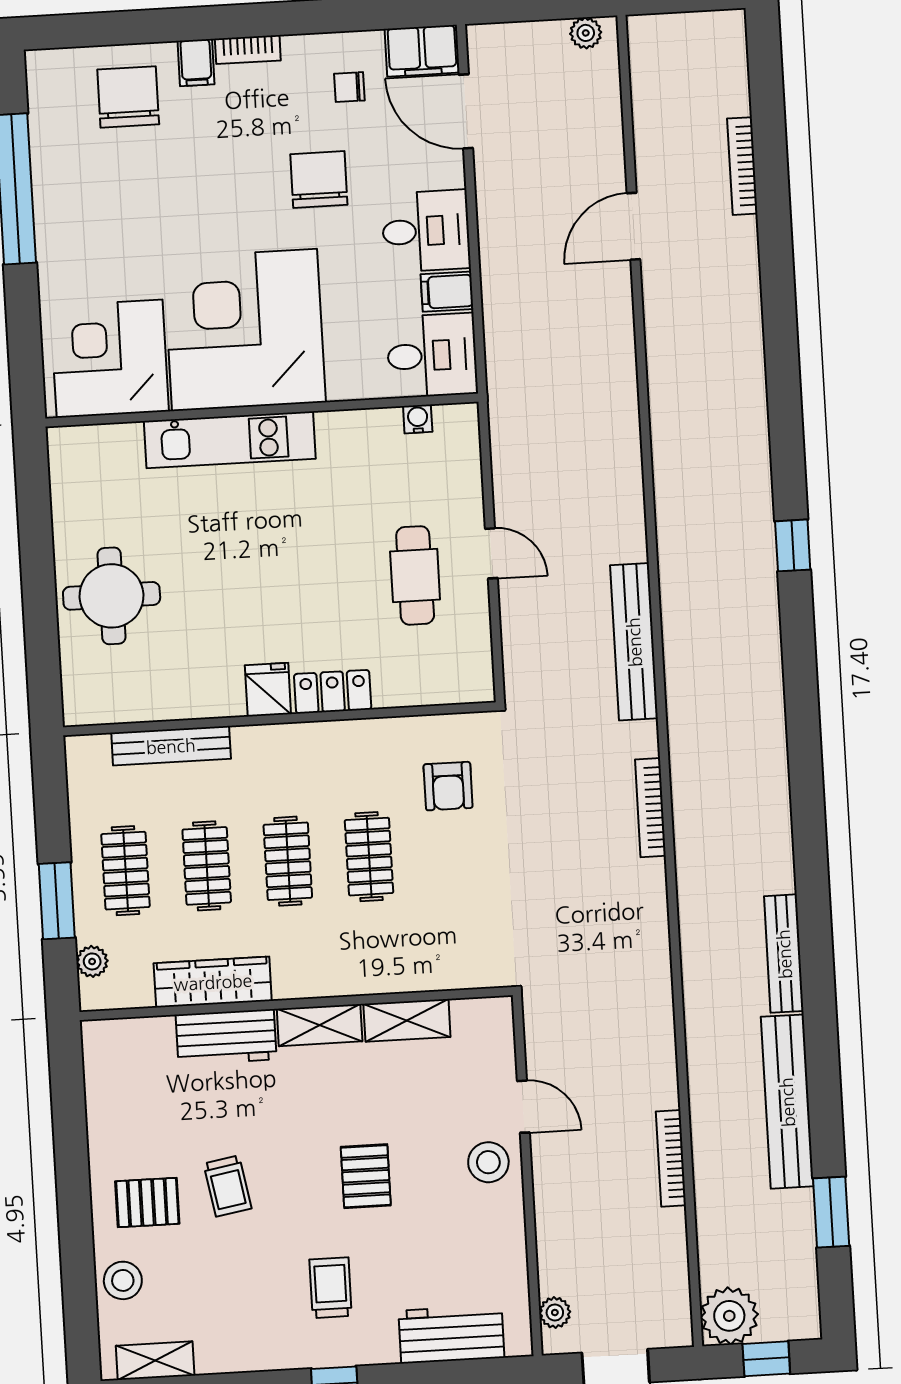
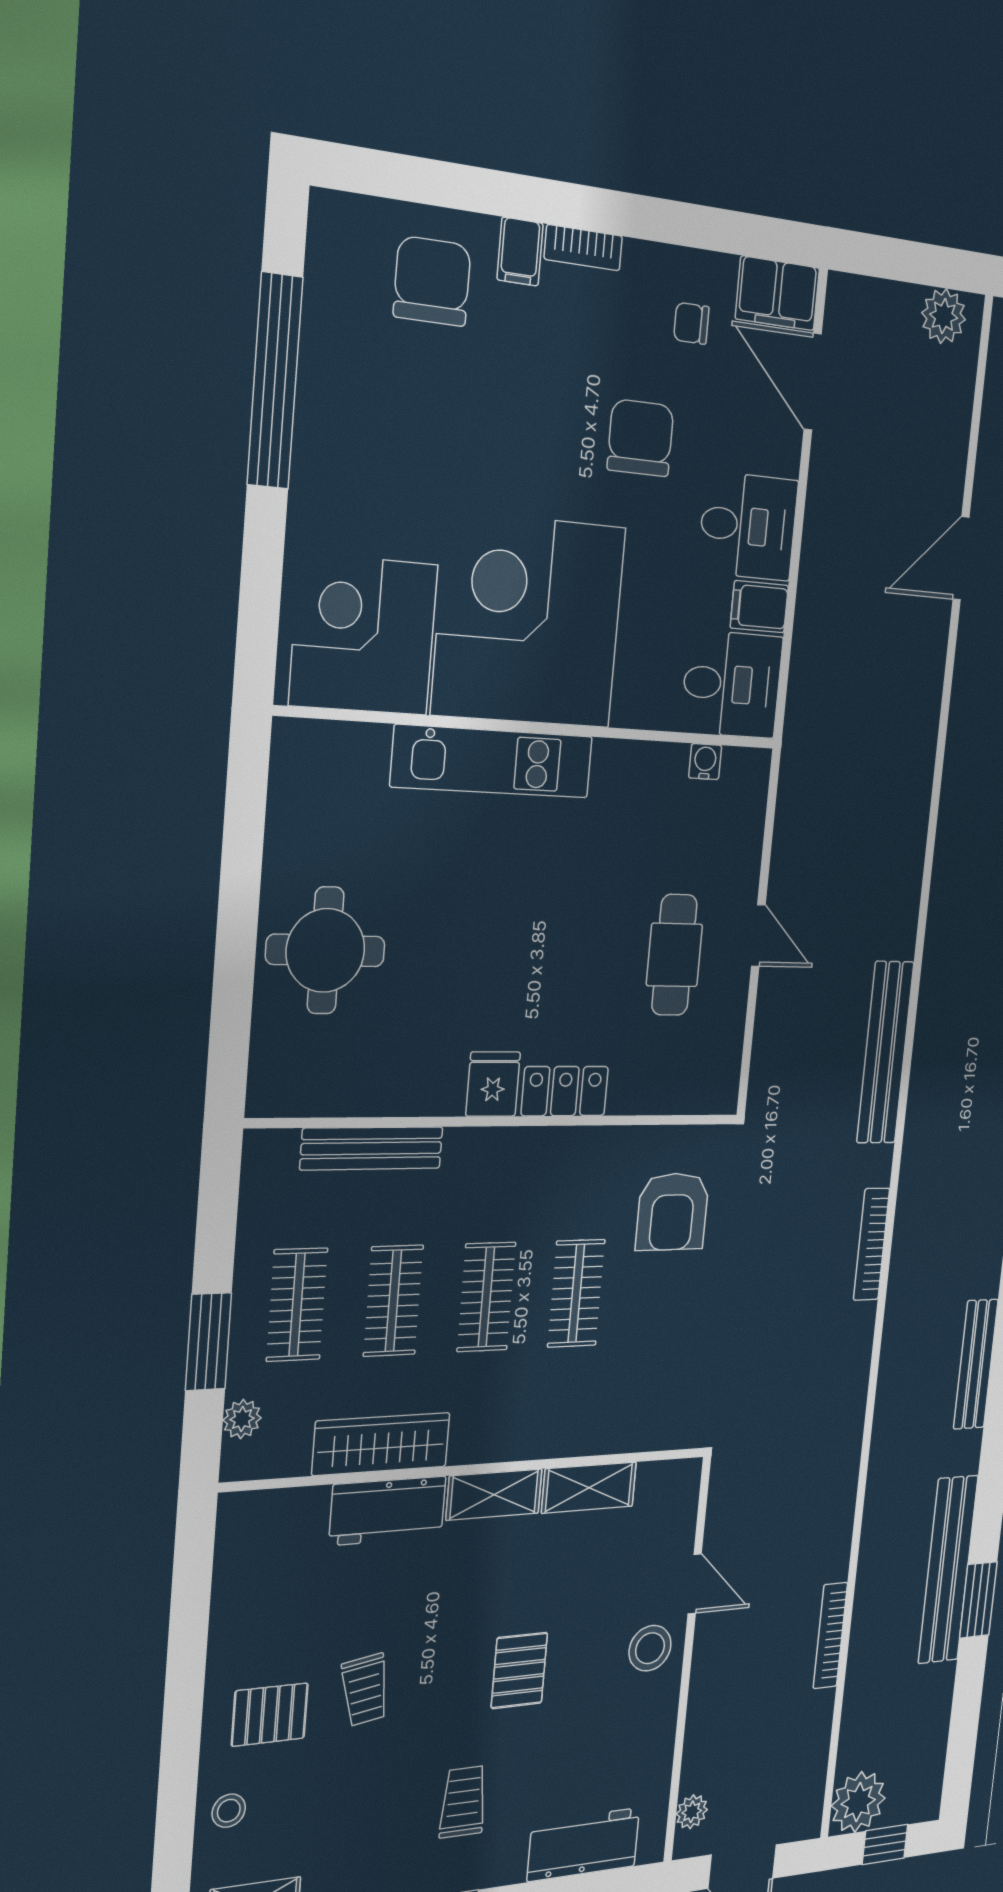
plant: (586, 33) -> (944, 316), width x1.38, depth x1.38
armchair: (448, 786) -> (672, 1212), width x1.38, depth x1.38
bench: (784, 954) -> (976, 1364), moved
window: (831, 1212) -> (978, 1600), moved
stool: (123, 1280) -> (229, 1811), width x0.73, depth x0.73

